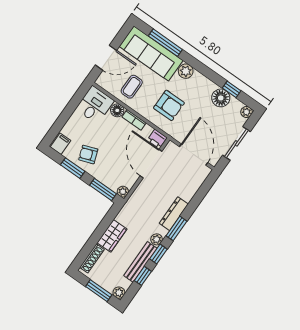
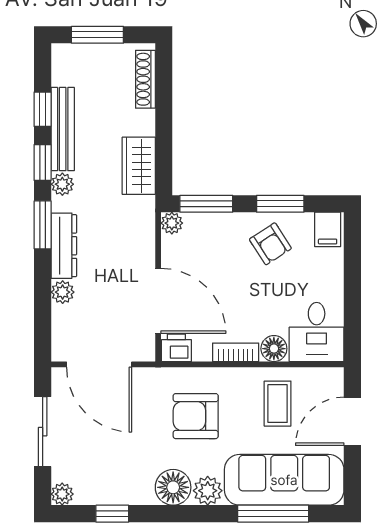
floor lamp: (221, 98) -> (173, 487), moved
armchair: (88, 154) -> (270, 244), turned 77
wardrobe: (112, 236) -> (139, 166), moved
plant: (119, 293) -> (63, 292), moved

